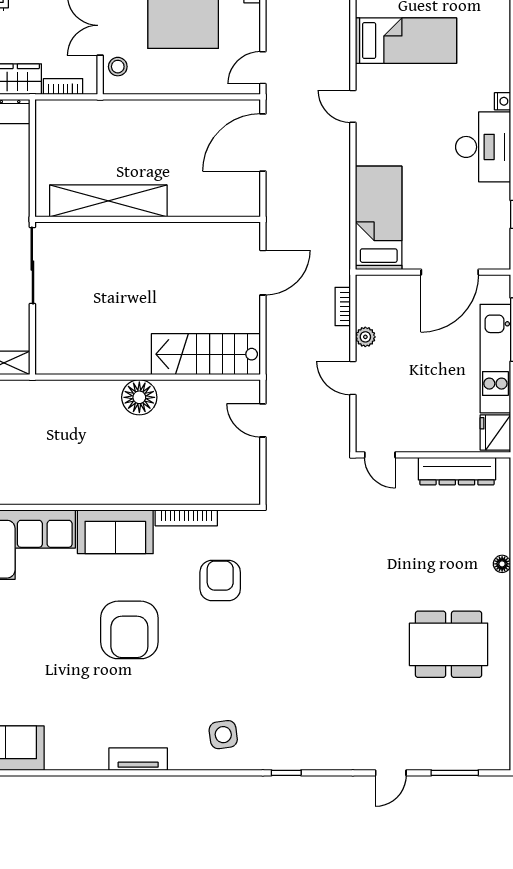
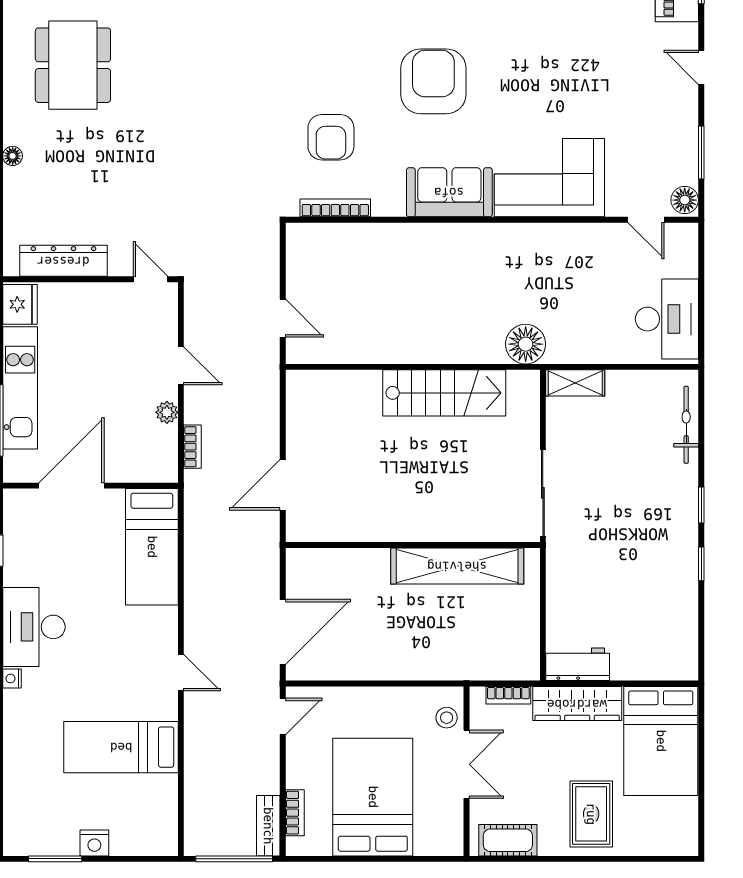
stairs: (206, 354) -> (444, 393), moved
floor lamp: (139, 397) -> (526, 344), moved
bookcase: (186, 518) -> (335, 208), moved
dining table: (449, 644) -> (73, 65), turned 90

